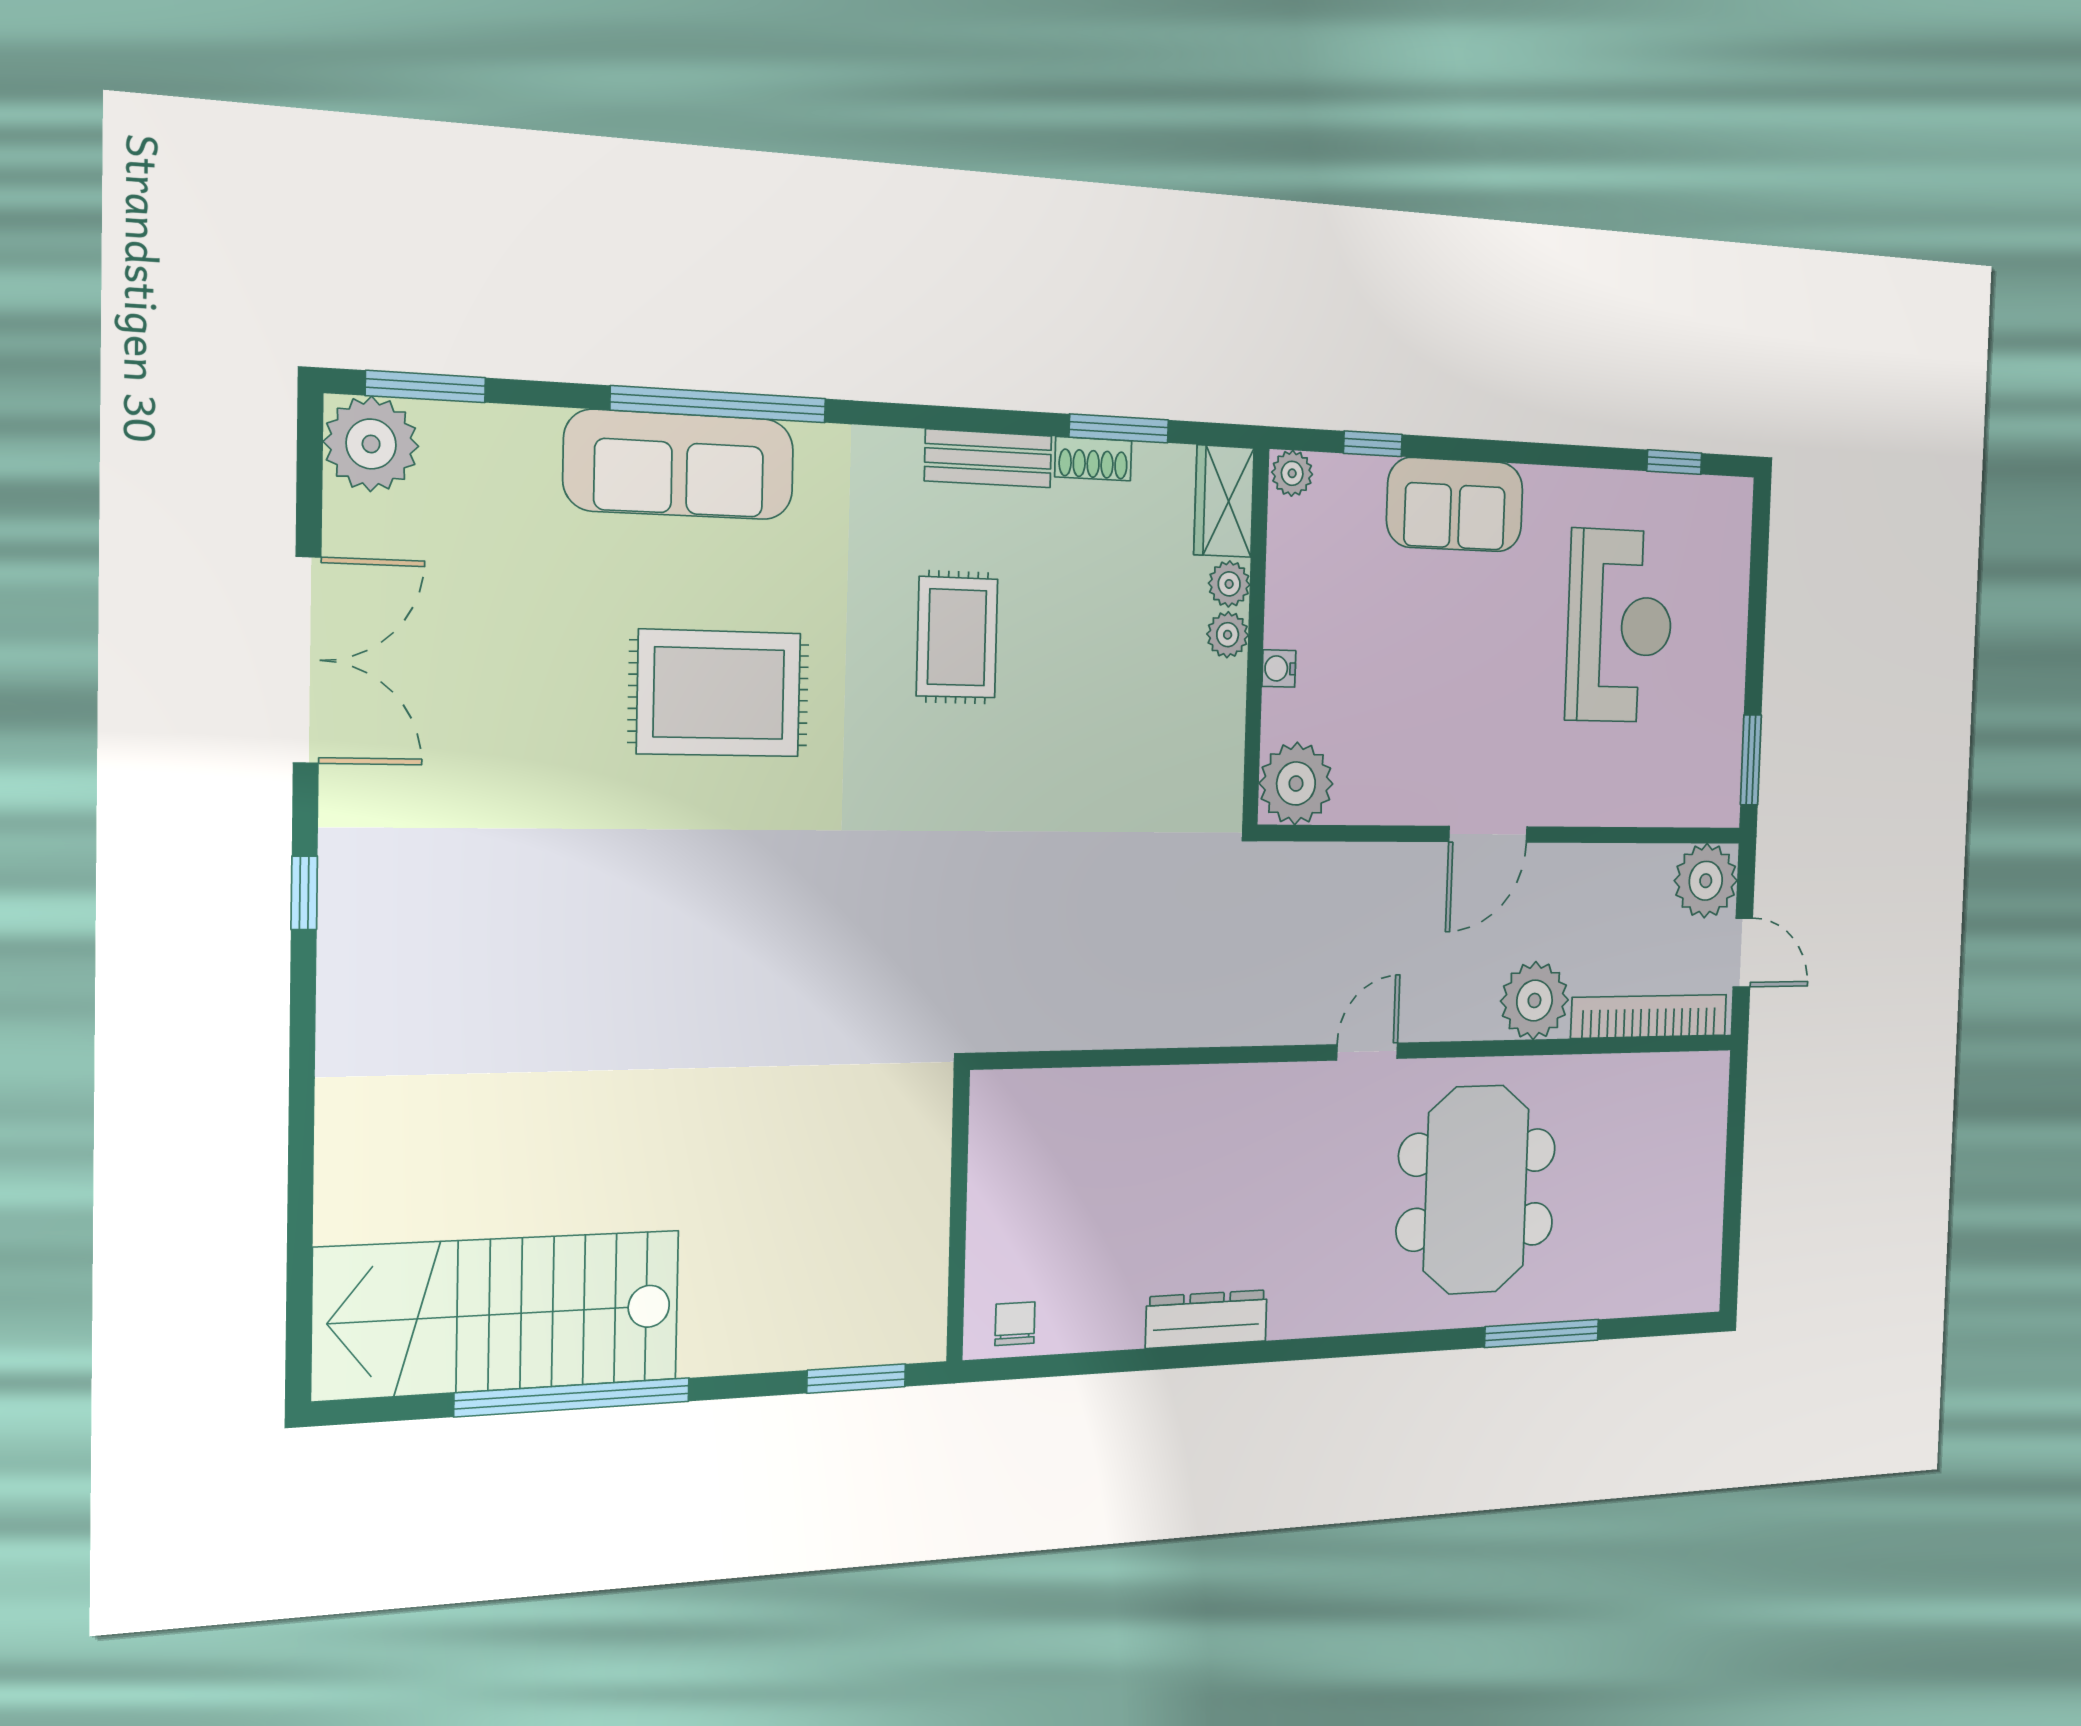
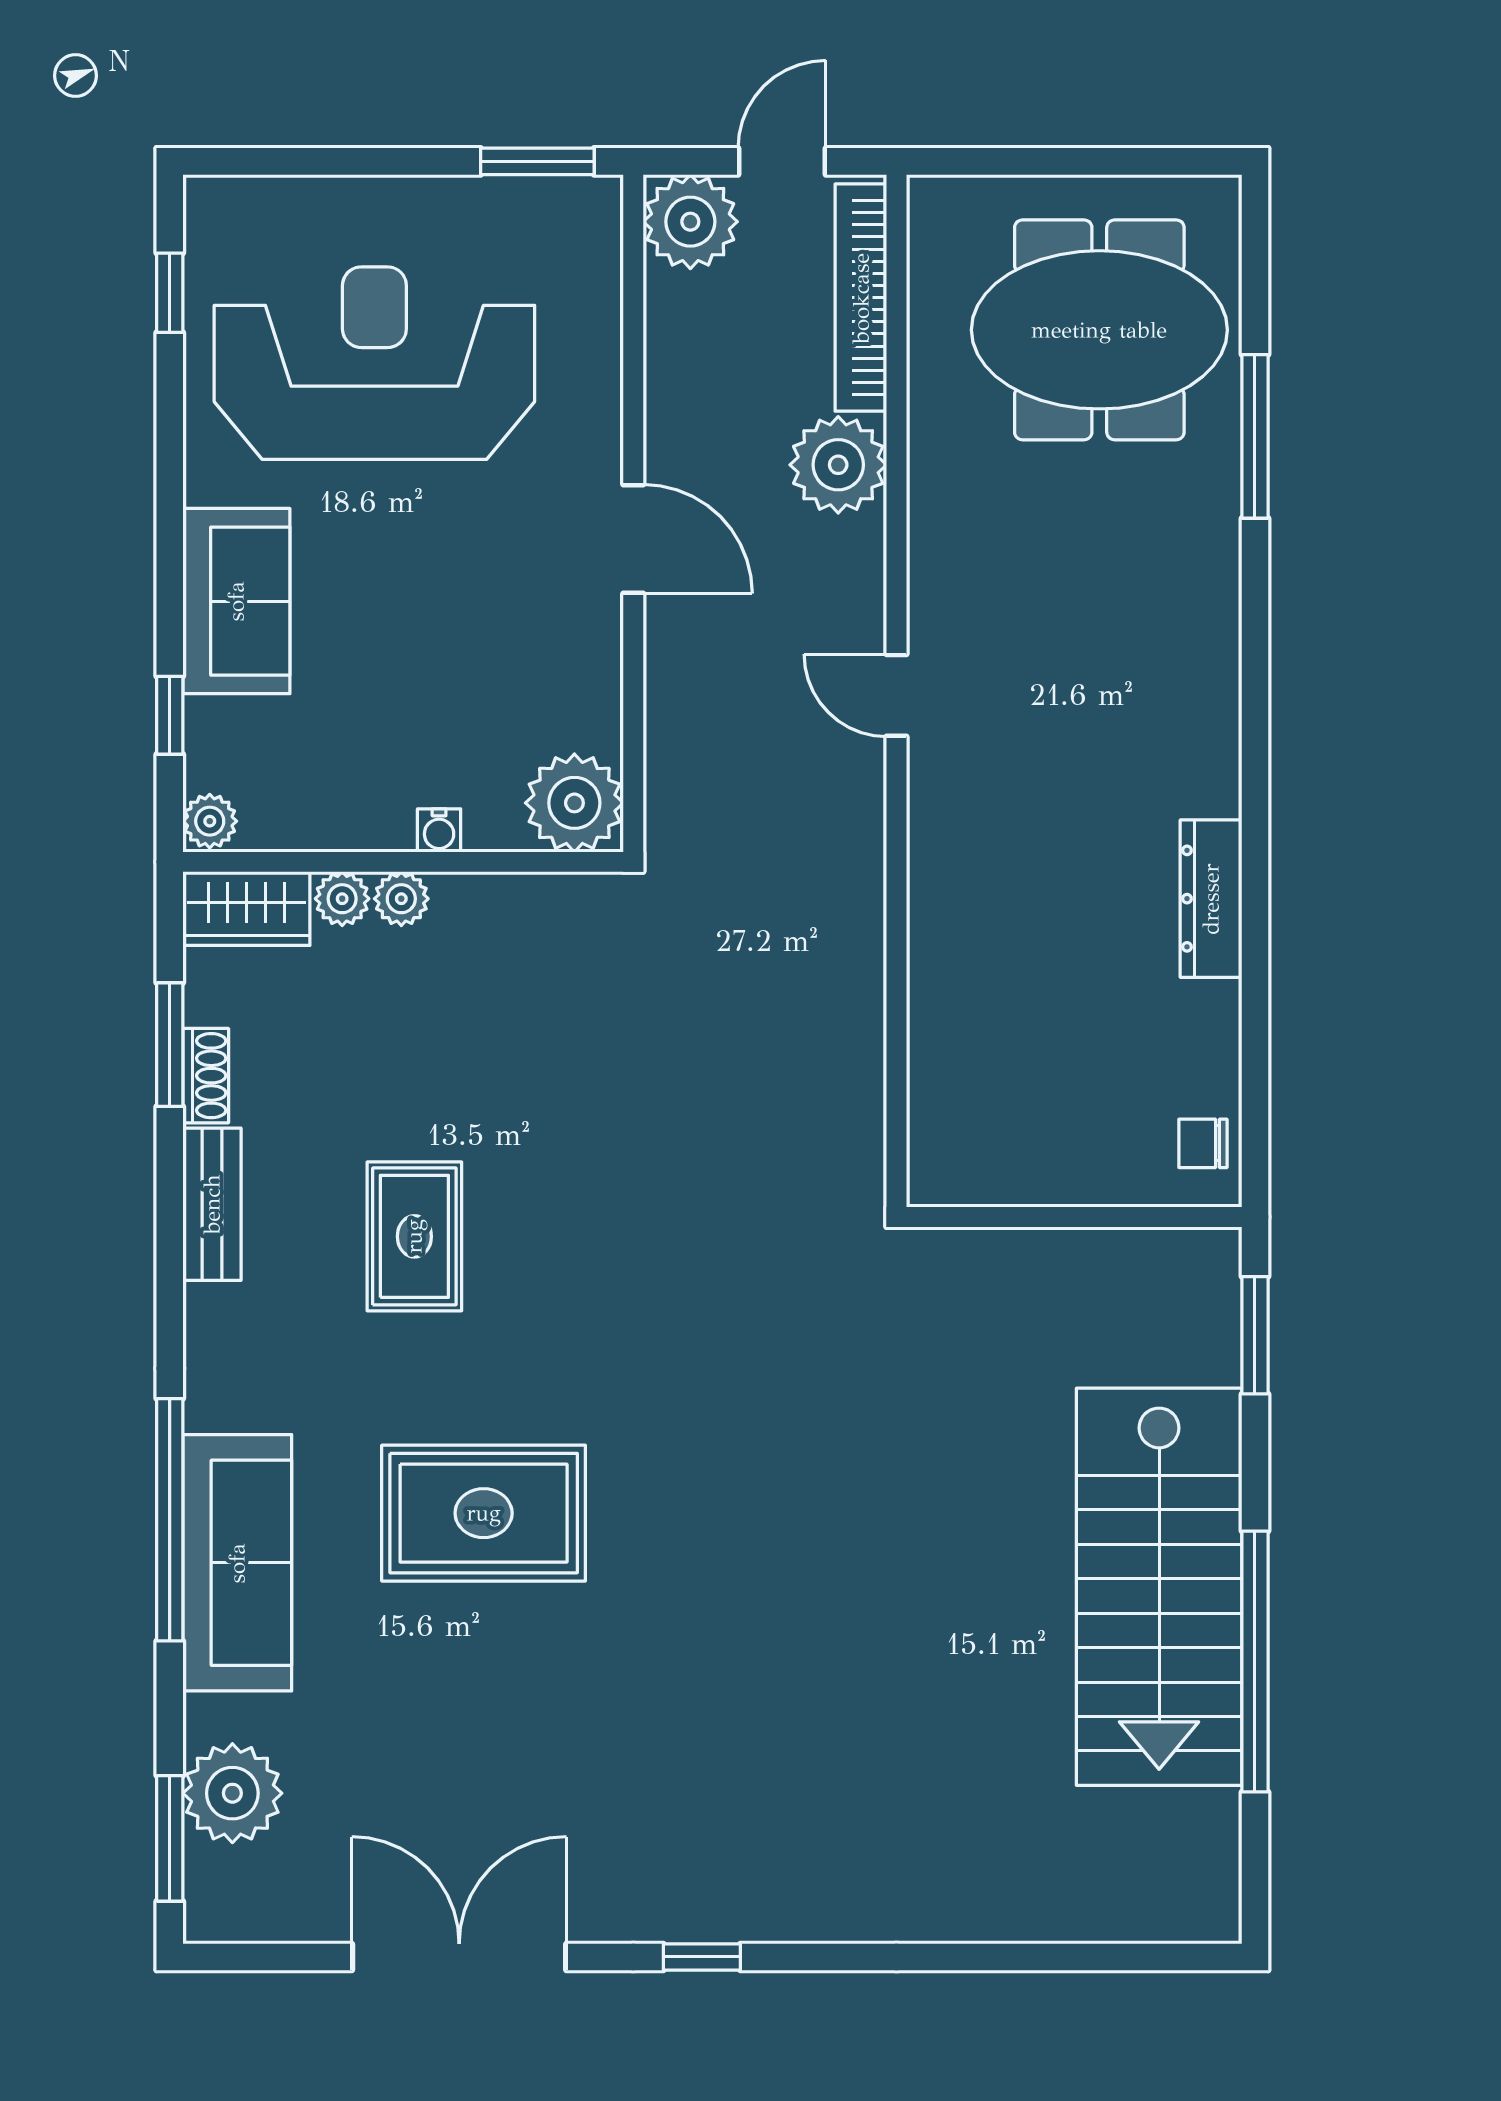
plant: (371, 444) -> (232, 1793), moved
reception desk: (1620, 626) -> (374, 363), width x1.36, depth x1.30
rug: (957, 637) -> (414, 1236), turned 90
rug: (719, 693) -> (484, 1513), turned 90
meeting table: (1476, 1190) -> (1099, 330), moved
stairs: (498, 1315) -> (1159, 1587), moved

